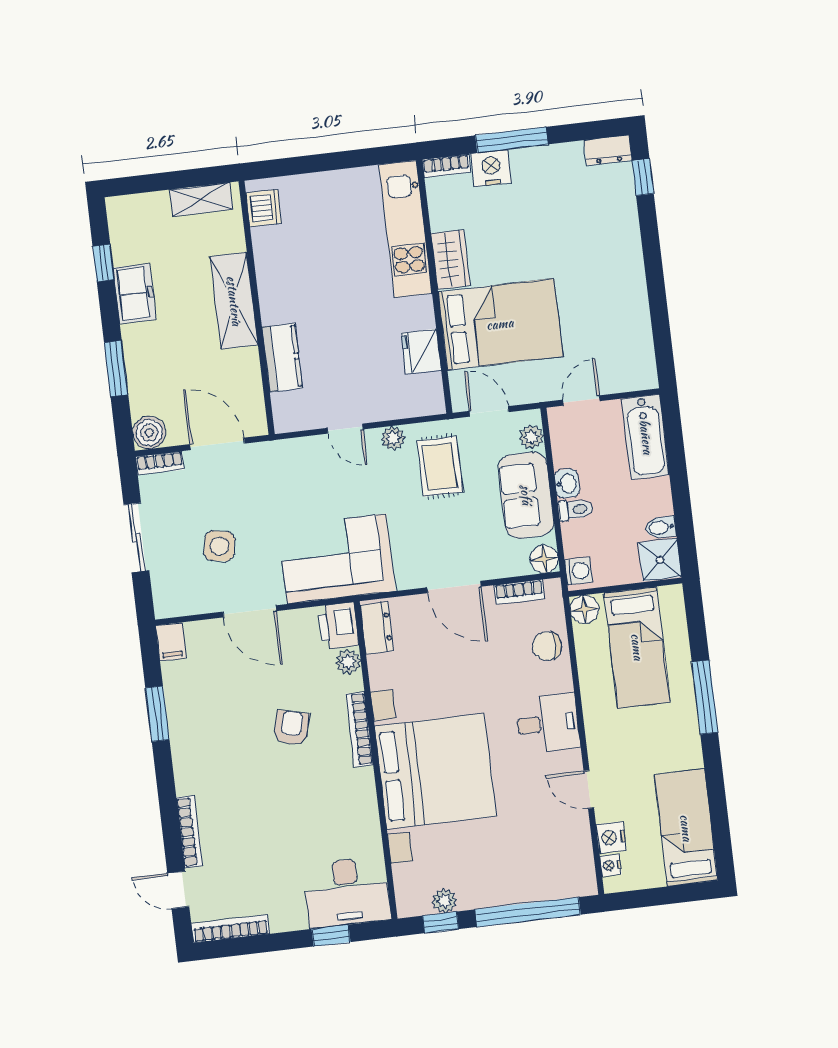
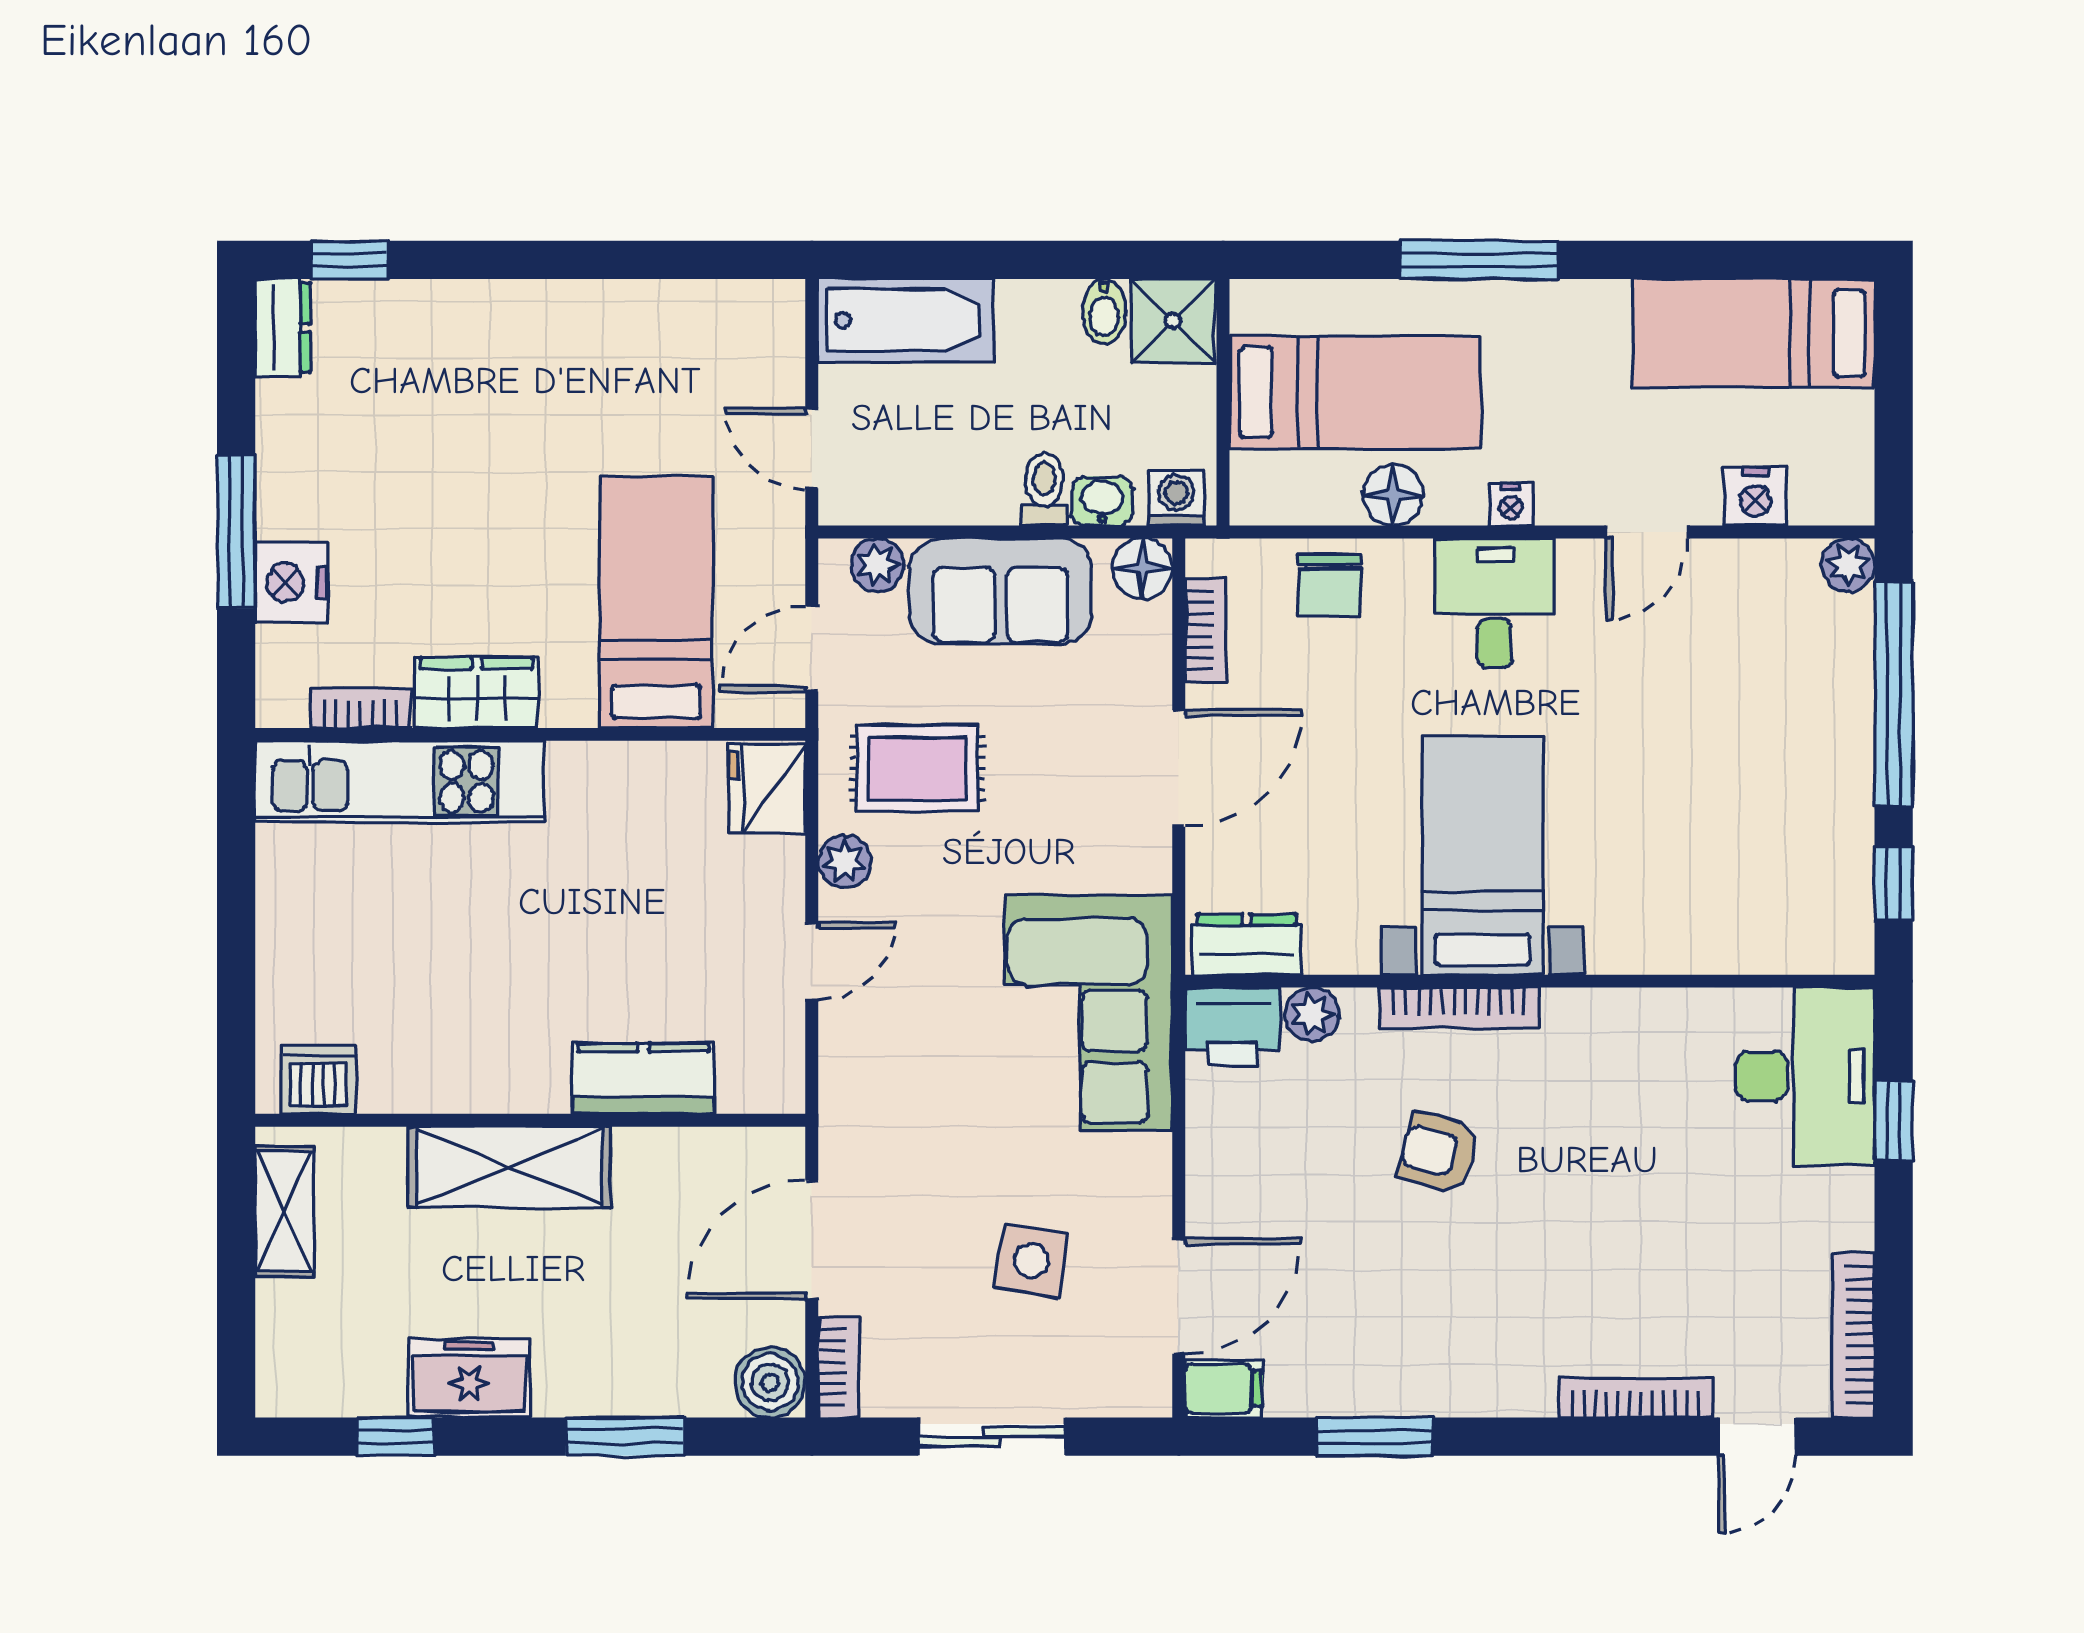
bookcase: (446, 166) -> (360, 708), moved, turned -90
bed: (500, 324) -> (656, 602), width x0.67
fridge: (421, 351) -> (767, 788), moved, turned 90
washbasin: (567, 484) -> (1102, 501), moved
floor lamp: (584, 609) -> (1393, 495), moved
door: (250, 611) -> (1179, 1296), moved
bed with nightstands: (436, 771) -> (1483, 856), width x0.54
nightstand: (611, 865) -> (1511, 505), moved
plant: (444, 901) -> (1848, 565), moved

